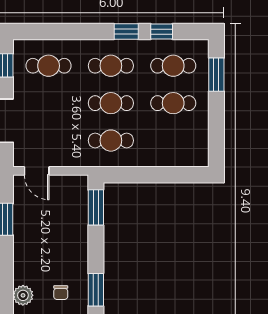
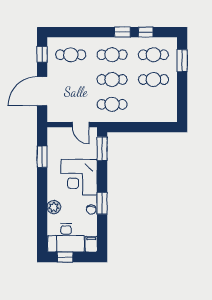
door: (37, 171) -> (81, 125), moved
corner desk: (61, 250) -> (79, 177), added
chair: (61, 293) -> (91, 210), moved

